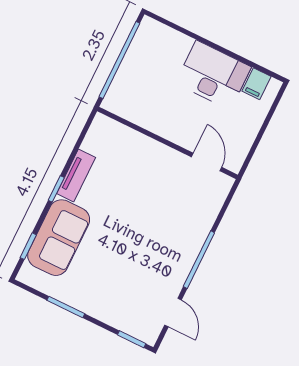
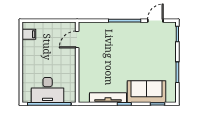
desk: (213, 75) -> (48, 90), moved, turned -90
tv unit: (76, 175) -> (108, 98), width x1.41

